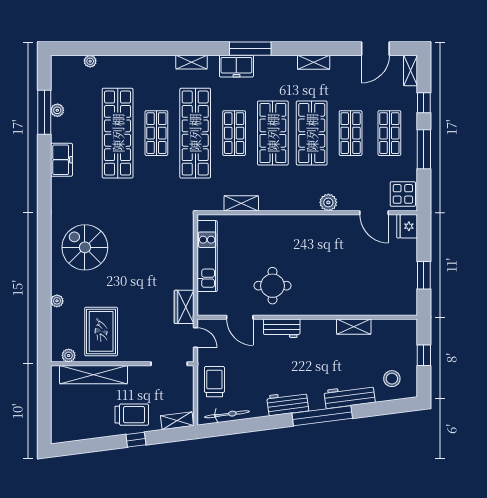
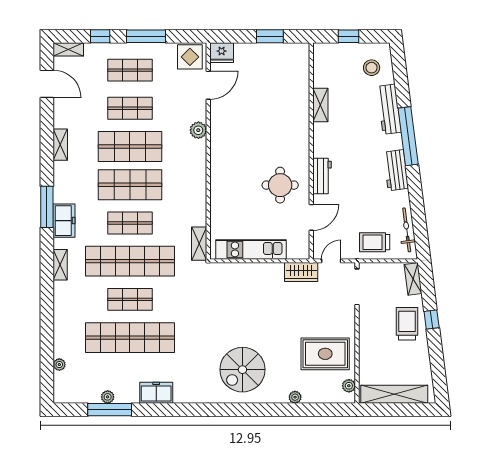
shelving: (241, 203) -> (199, 244), moved
shelving: (94, 375) -> (394, 394), moved, turned 90

